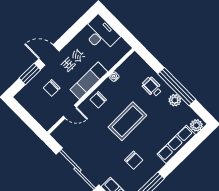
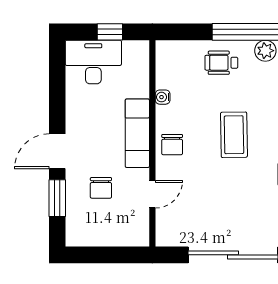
window: (120, 29) -> (110, 32), added
coffee table: (127, 121) -> (234, 135), width x0.73, depth x0.76

